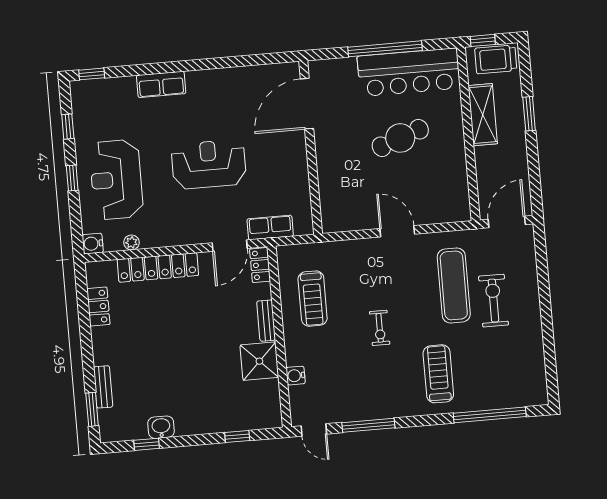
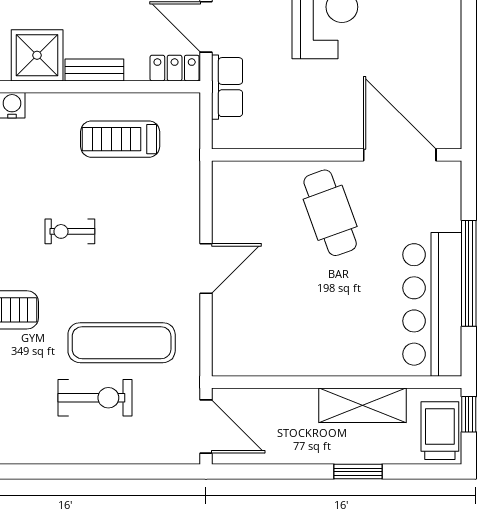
cafe table: (400, 138) -> (330, 213), moved

